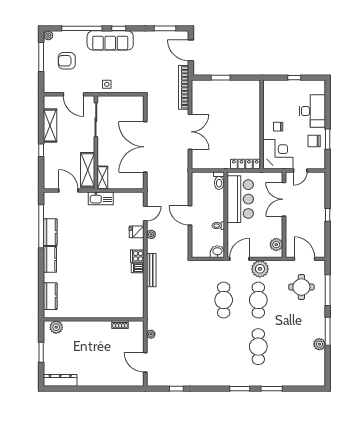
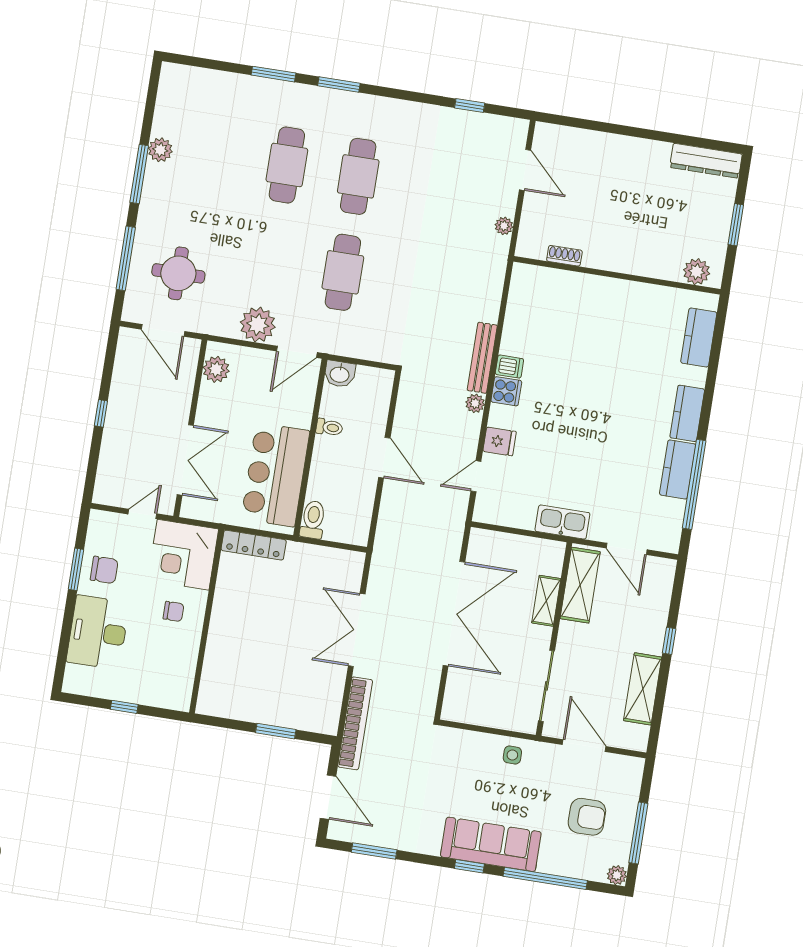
shelving: (102, 178) -> (546, 601), moved
plant: (151, 234) -> (475, 403), moved
cafe table: (258, 300) -> (358, 176), moved

